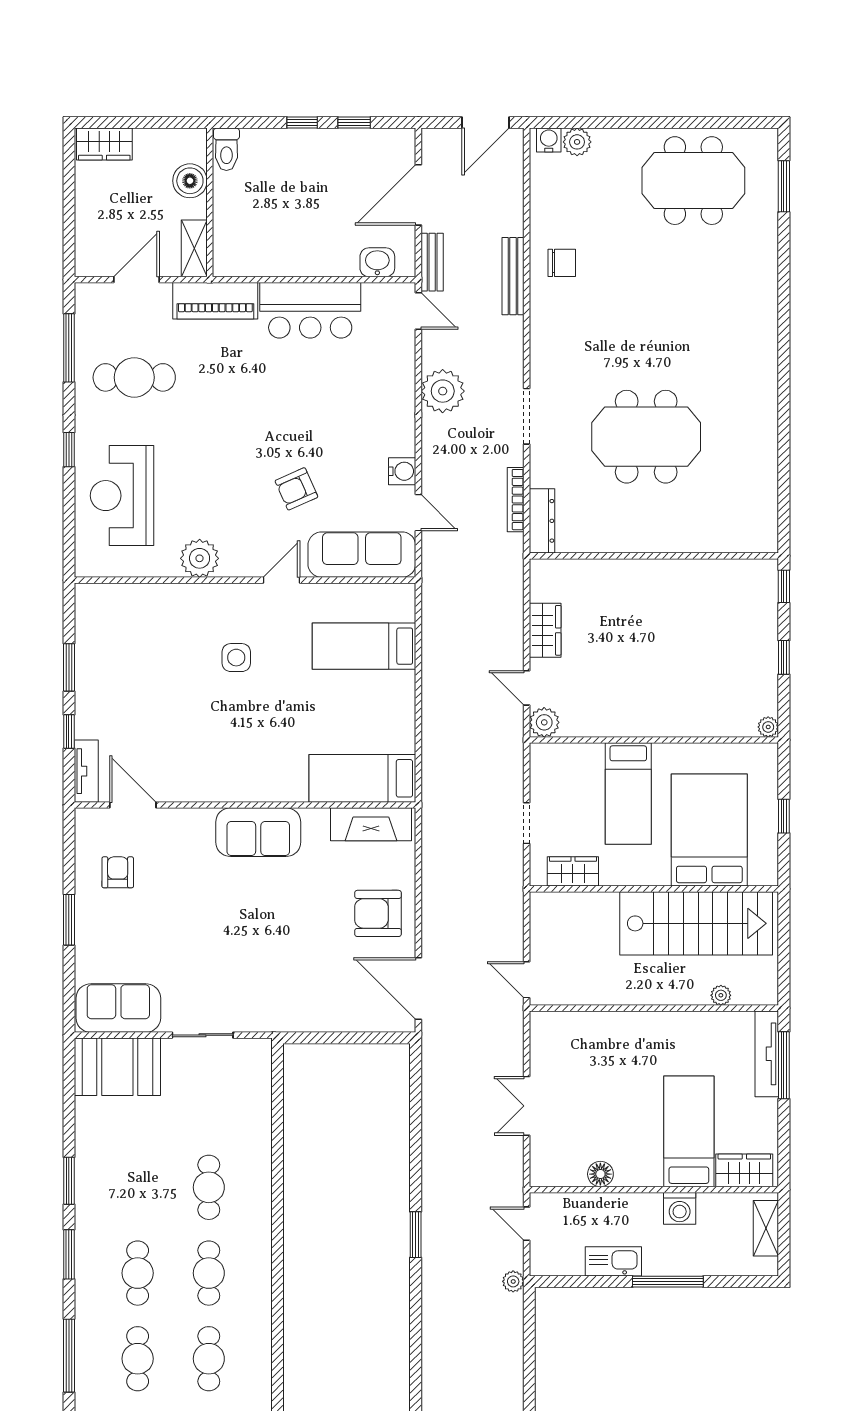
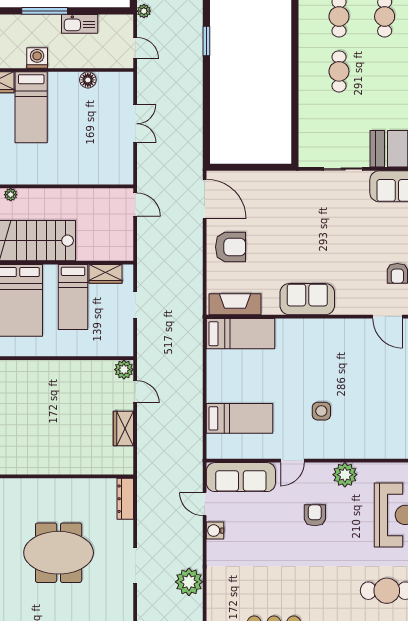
armchair: (296, 489) -> (315, 515), moved, turned -66
bookcase: (516, 500) -> (142, 512), removed
bed: (628, 793) -> (73, 297), moved, turned 180

